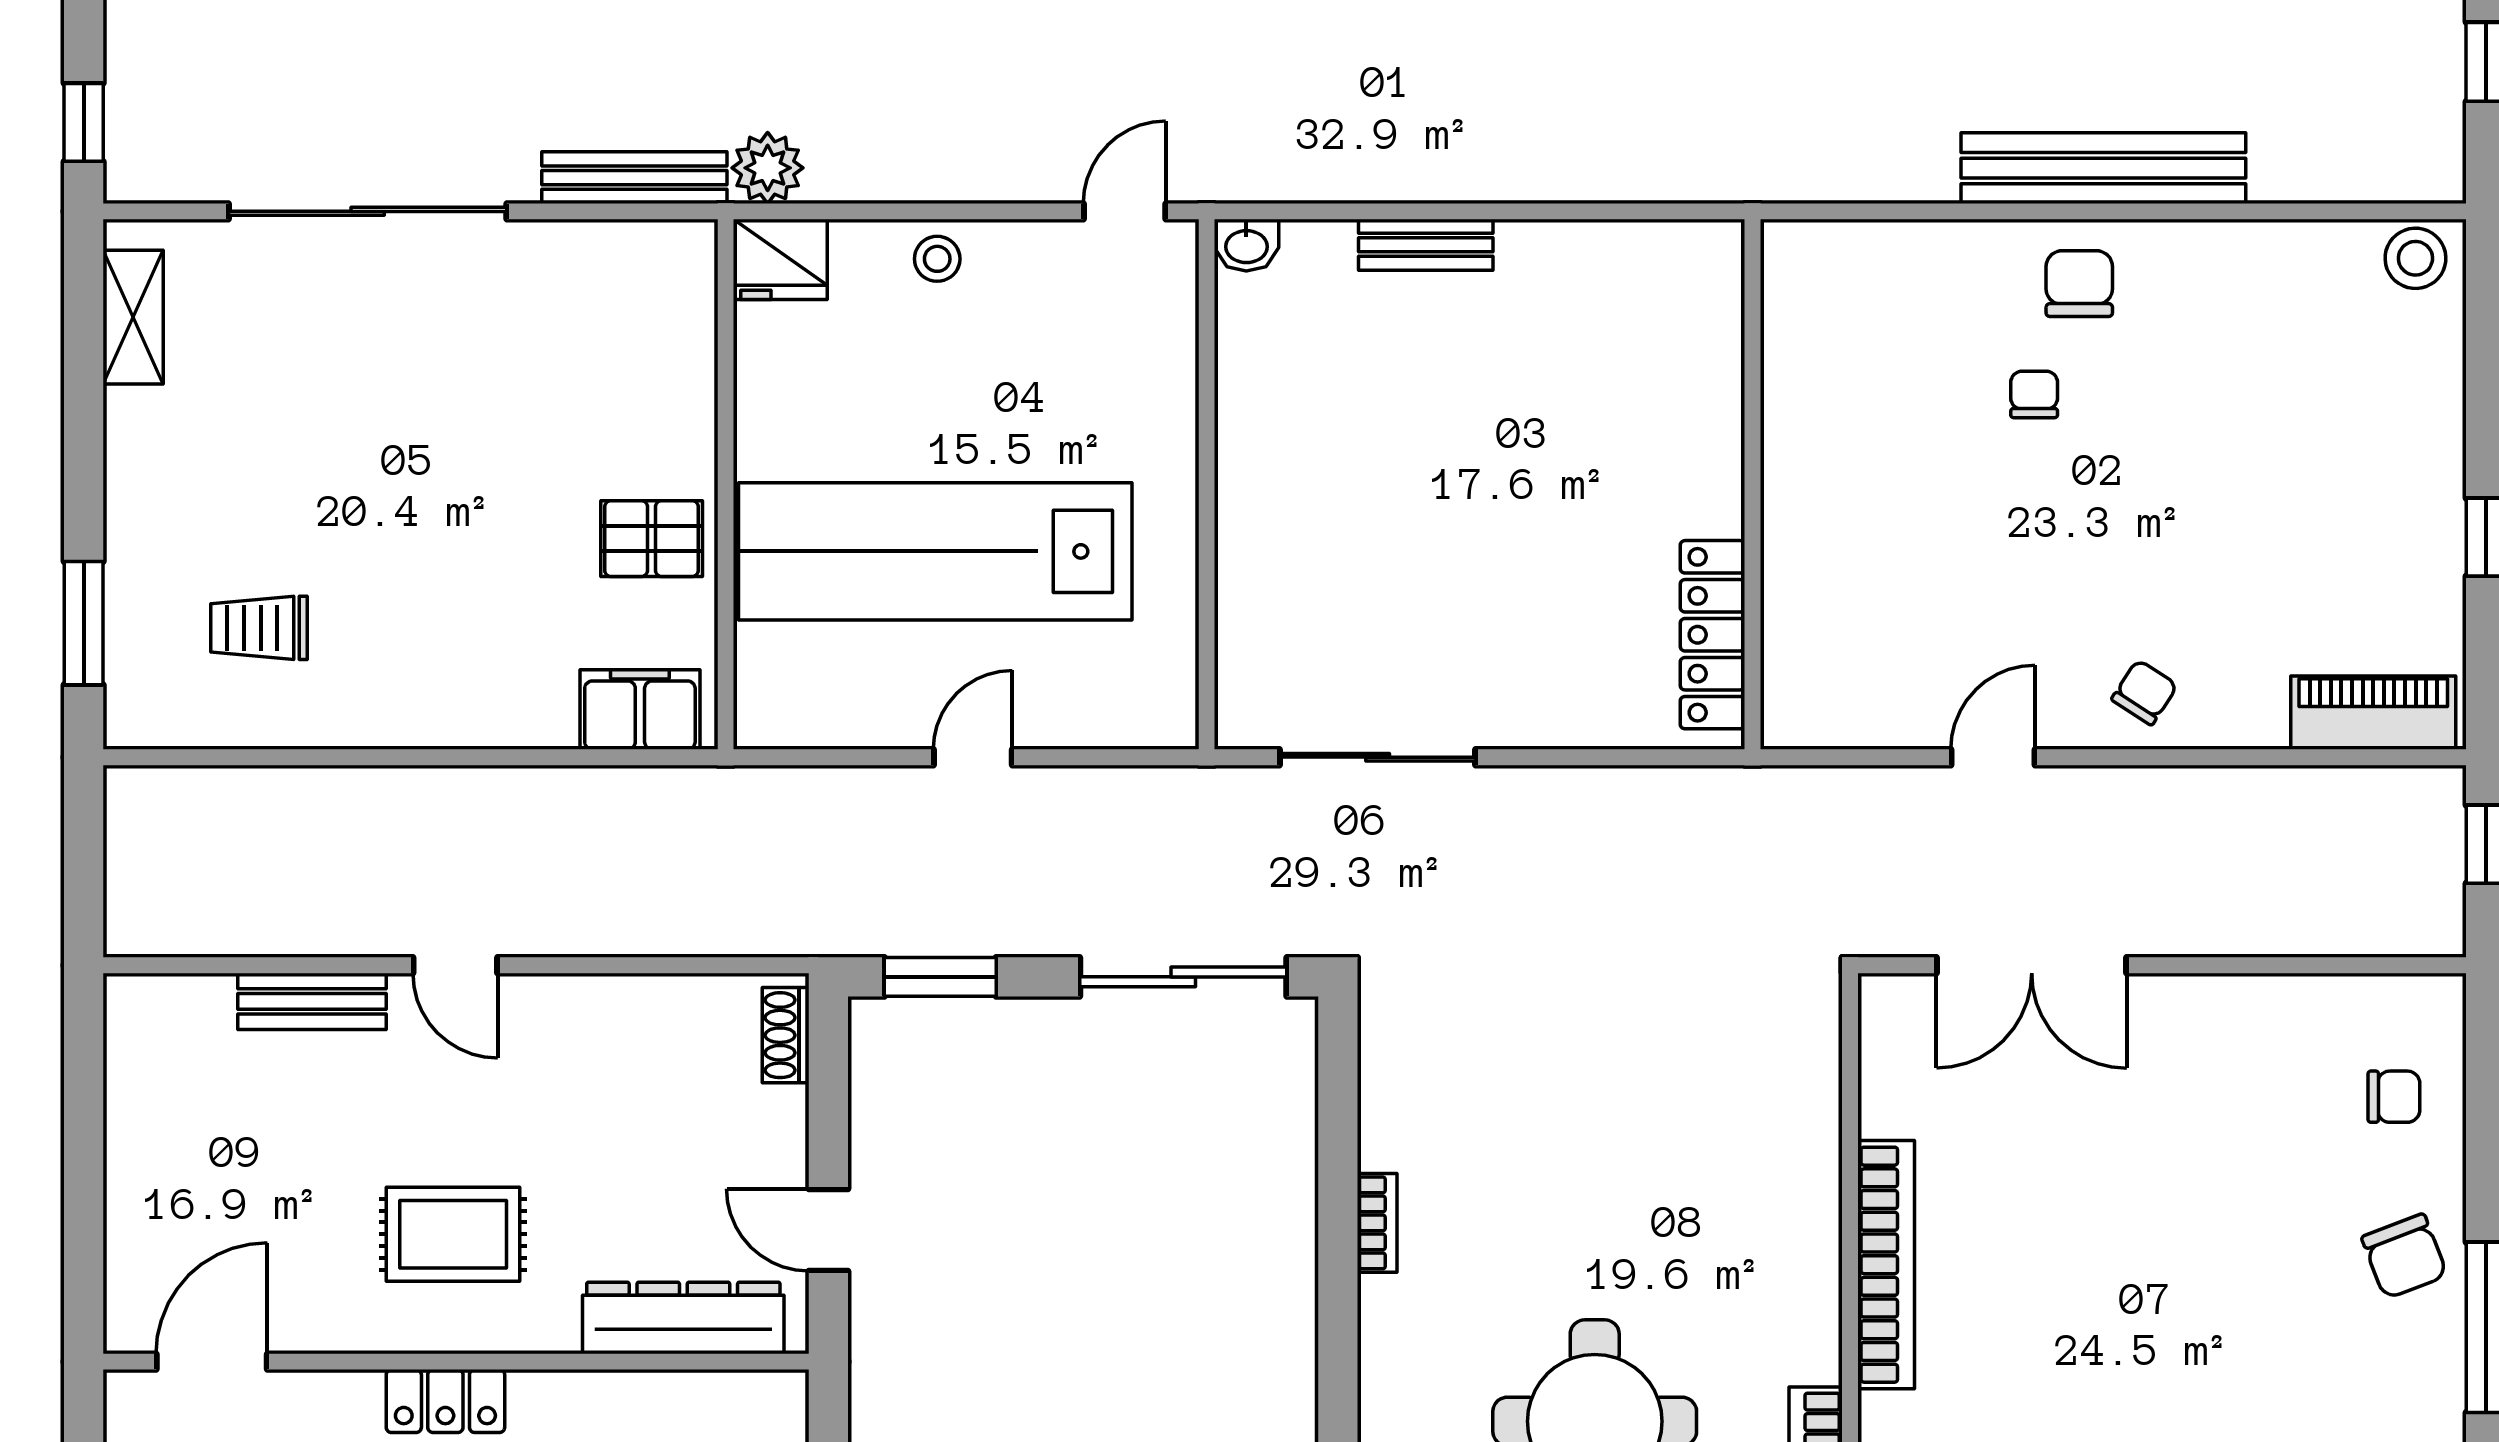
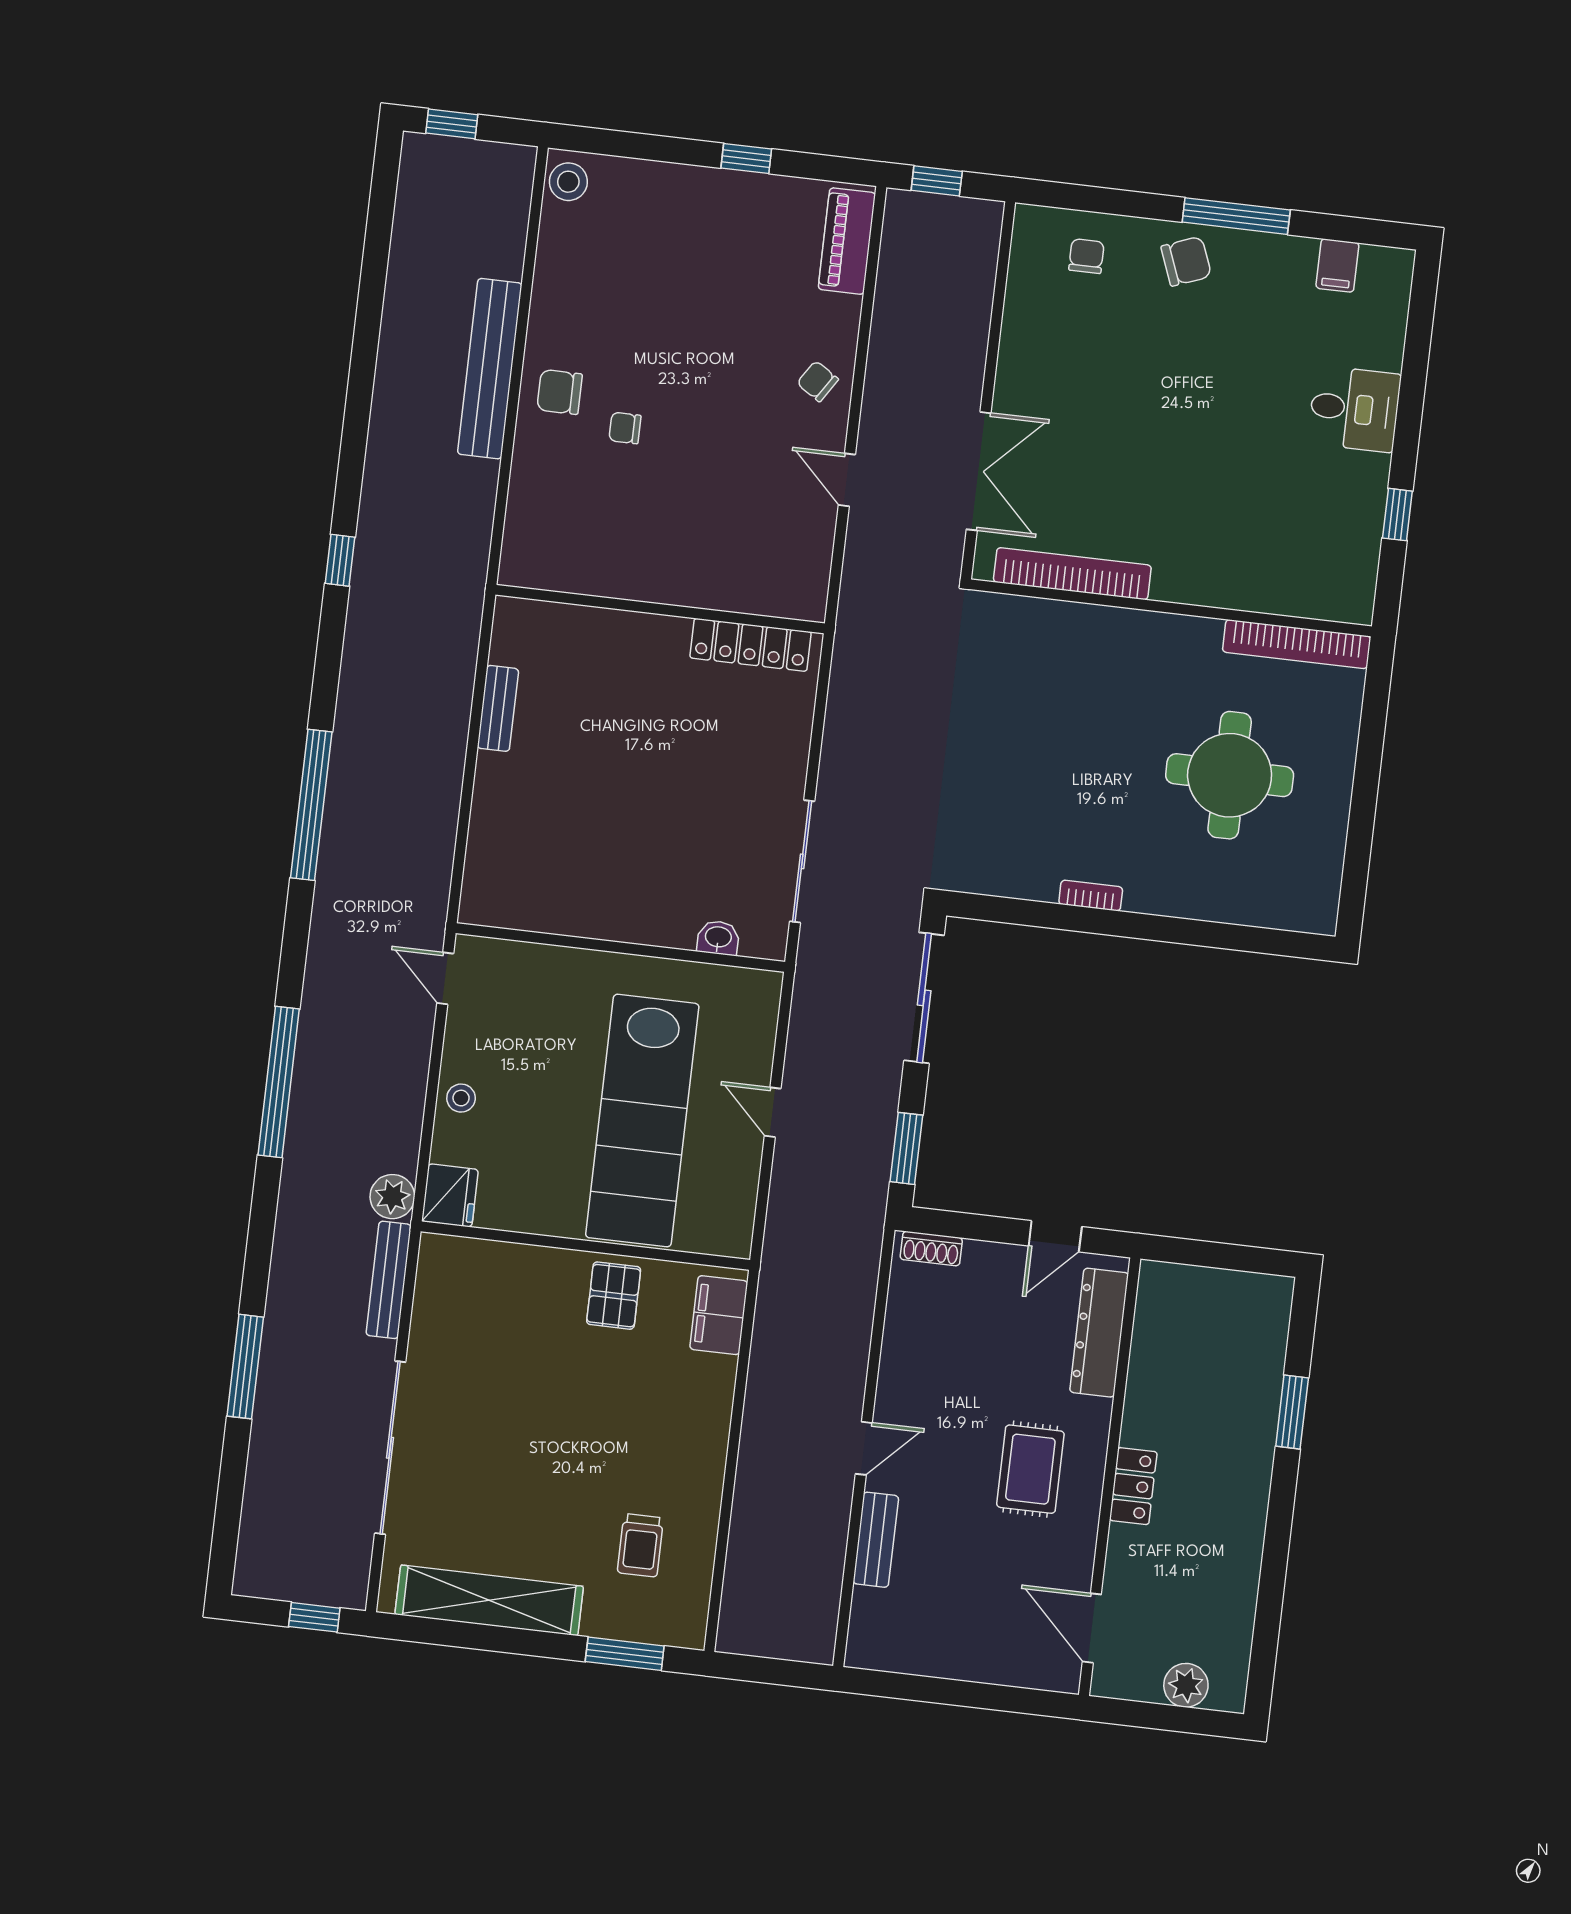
washbasin: (1246, 245) -> (718, 938), moved, turned -90
bench: (1426, 245) -> (498, 708), moved
shelving: (133, 317) -> (489, 1600), width x2.20, depth x1.33
bookcase: (1886, 1265) -> (1072, 574), moved

